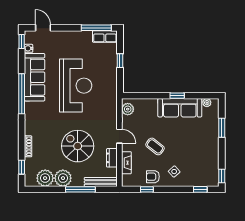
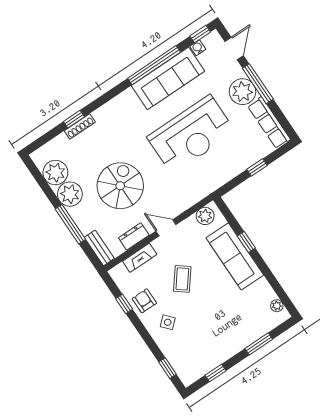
window: (96, 28) -> (258, 84), moved
row of seats: (105, 36) -> (269, 123), width x1.48
plant: (71, 40) -> (242, 92), added
window: (22, 94) -> (154, 65), moved
window: (177, 96) -> (246, 242), moved
sofa: (180, 108) -> (235, 256), moved
door: (119, 136) -> (166, 228), swing flipped
window: (22, 167) -> (74, 119), moved
window: (222, 176) -> (215, 373), moved
bench: (101, 182) -> (99, 248), width x0.73

